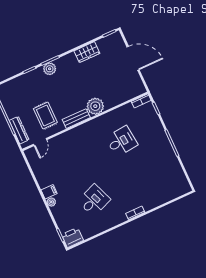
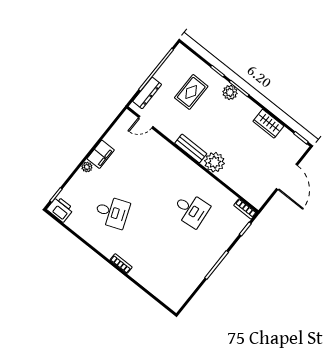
rug: (45, 115) -> (191, 92), moved
filing cabinet: (49, 192) -> (101, 154), width x2.00

